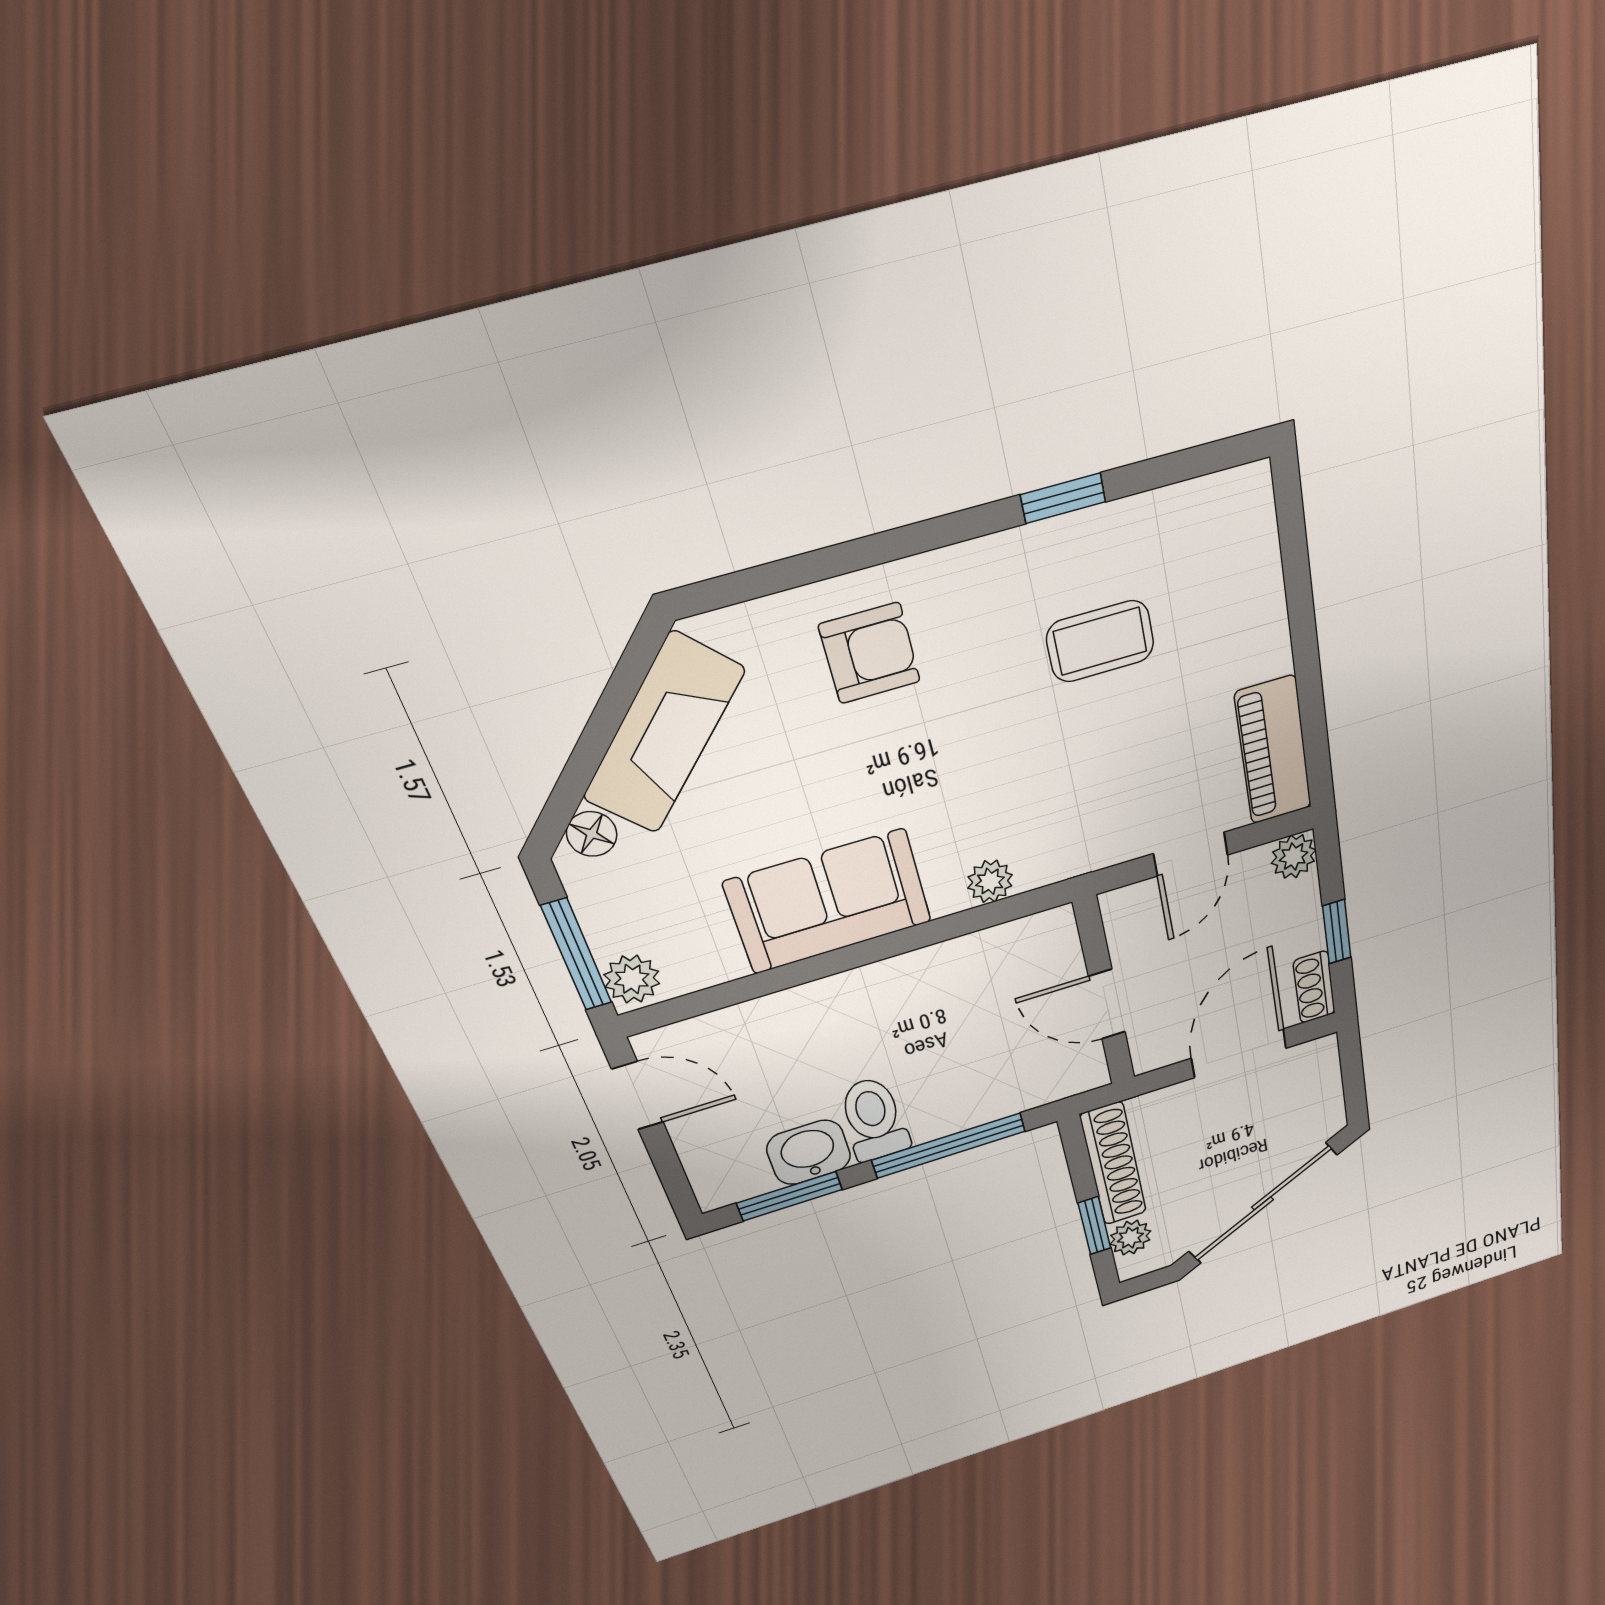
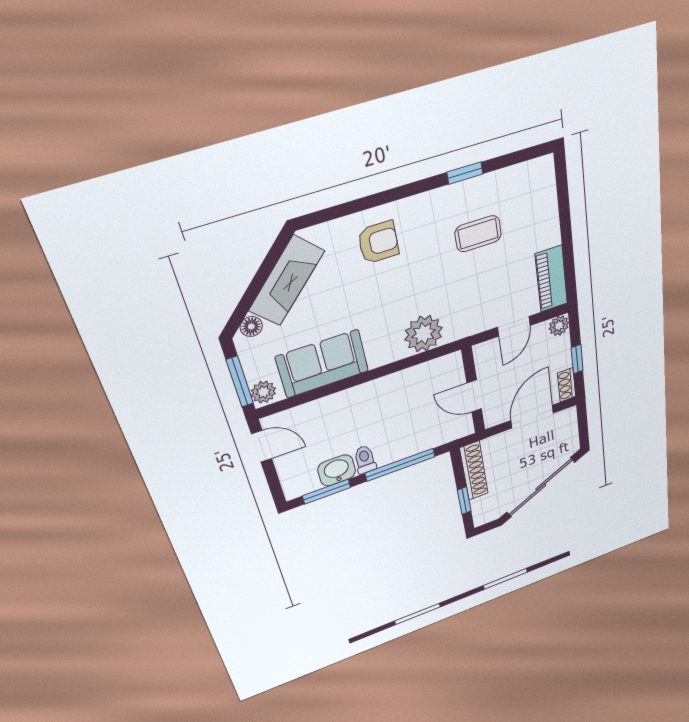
plant: (990, 881) -> (424, 334), width x1.88, depth x1.88
sofa: (829, 902) -> (322, 364), moved
toilet: (874, 1119) -> (365, 460), width x0.73, depth x0.72
plant: (1130, 1238) -> (480, 506), removed

